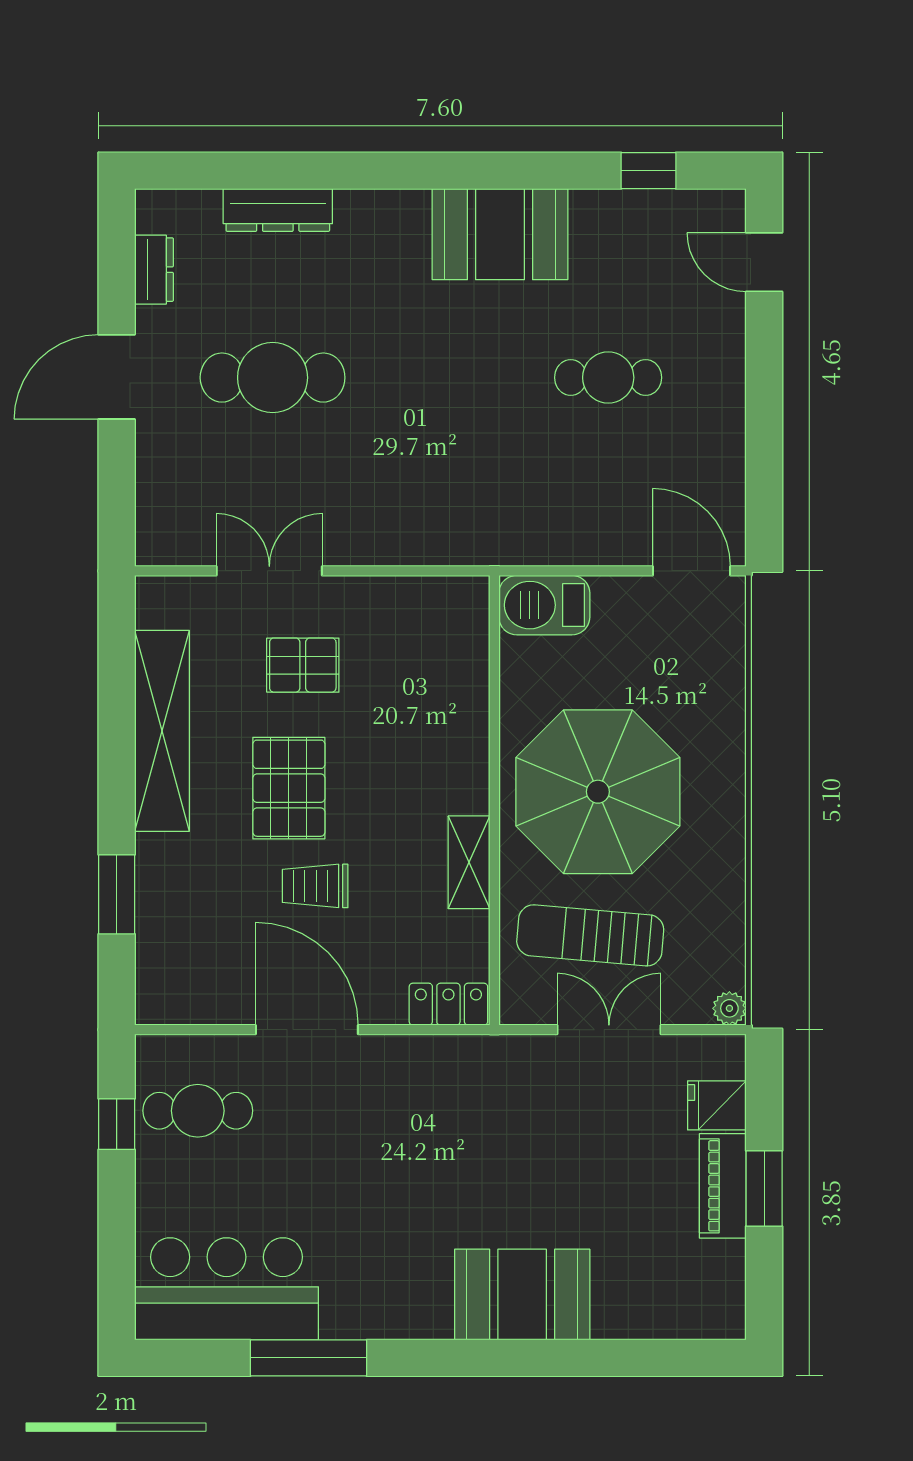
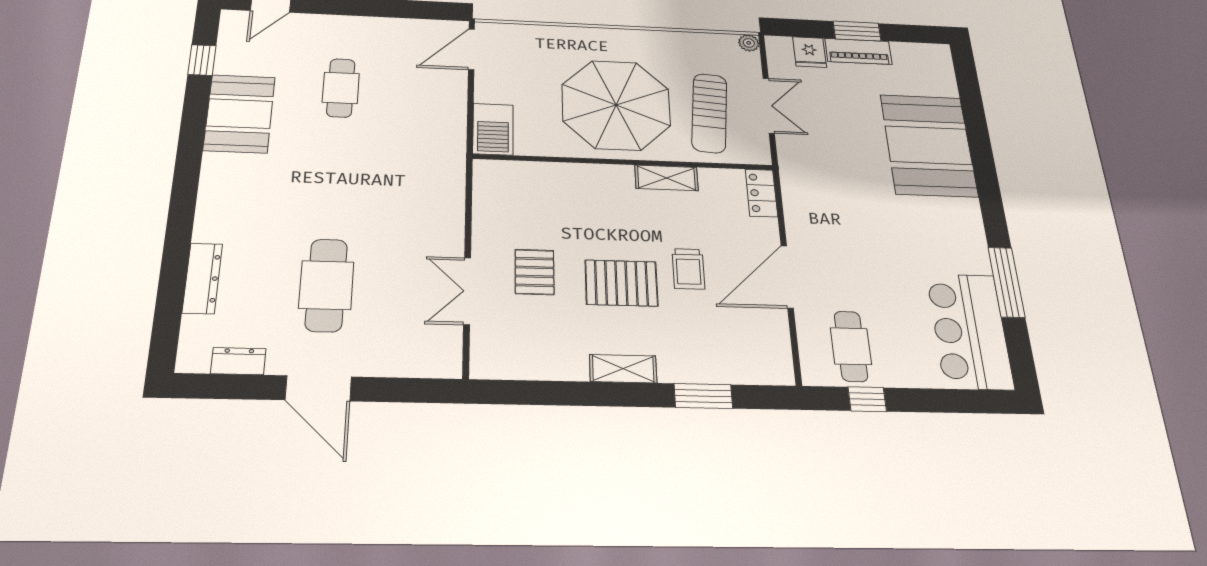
booth: (500, 234) -> (239, 114), moved
shelving: (162, 731) -> (623, 369), width x0.45, depth x0.75
double door: (609, 1030) -> (769, 106), swing flipped
booth: (522, 1295) -> (929, 145), width x1.36, depth x1.42

